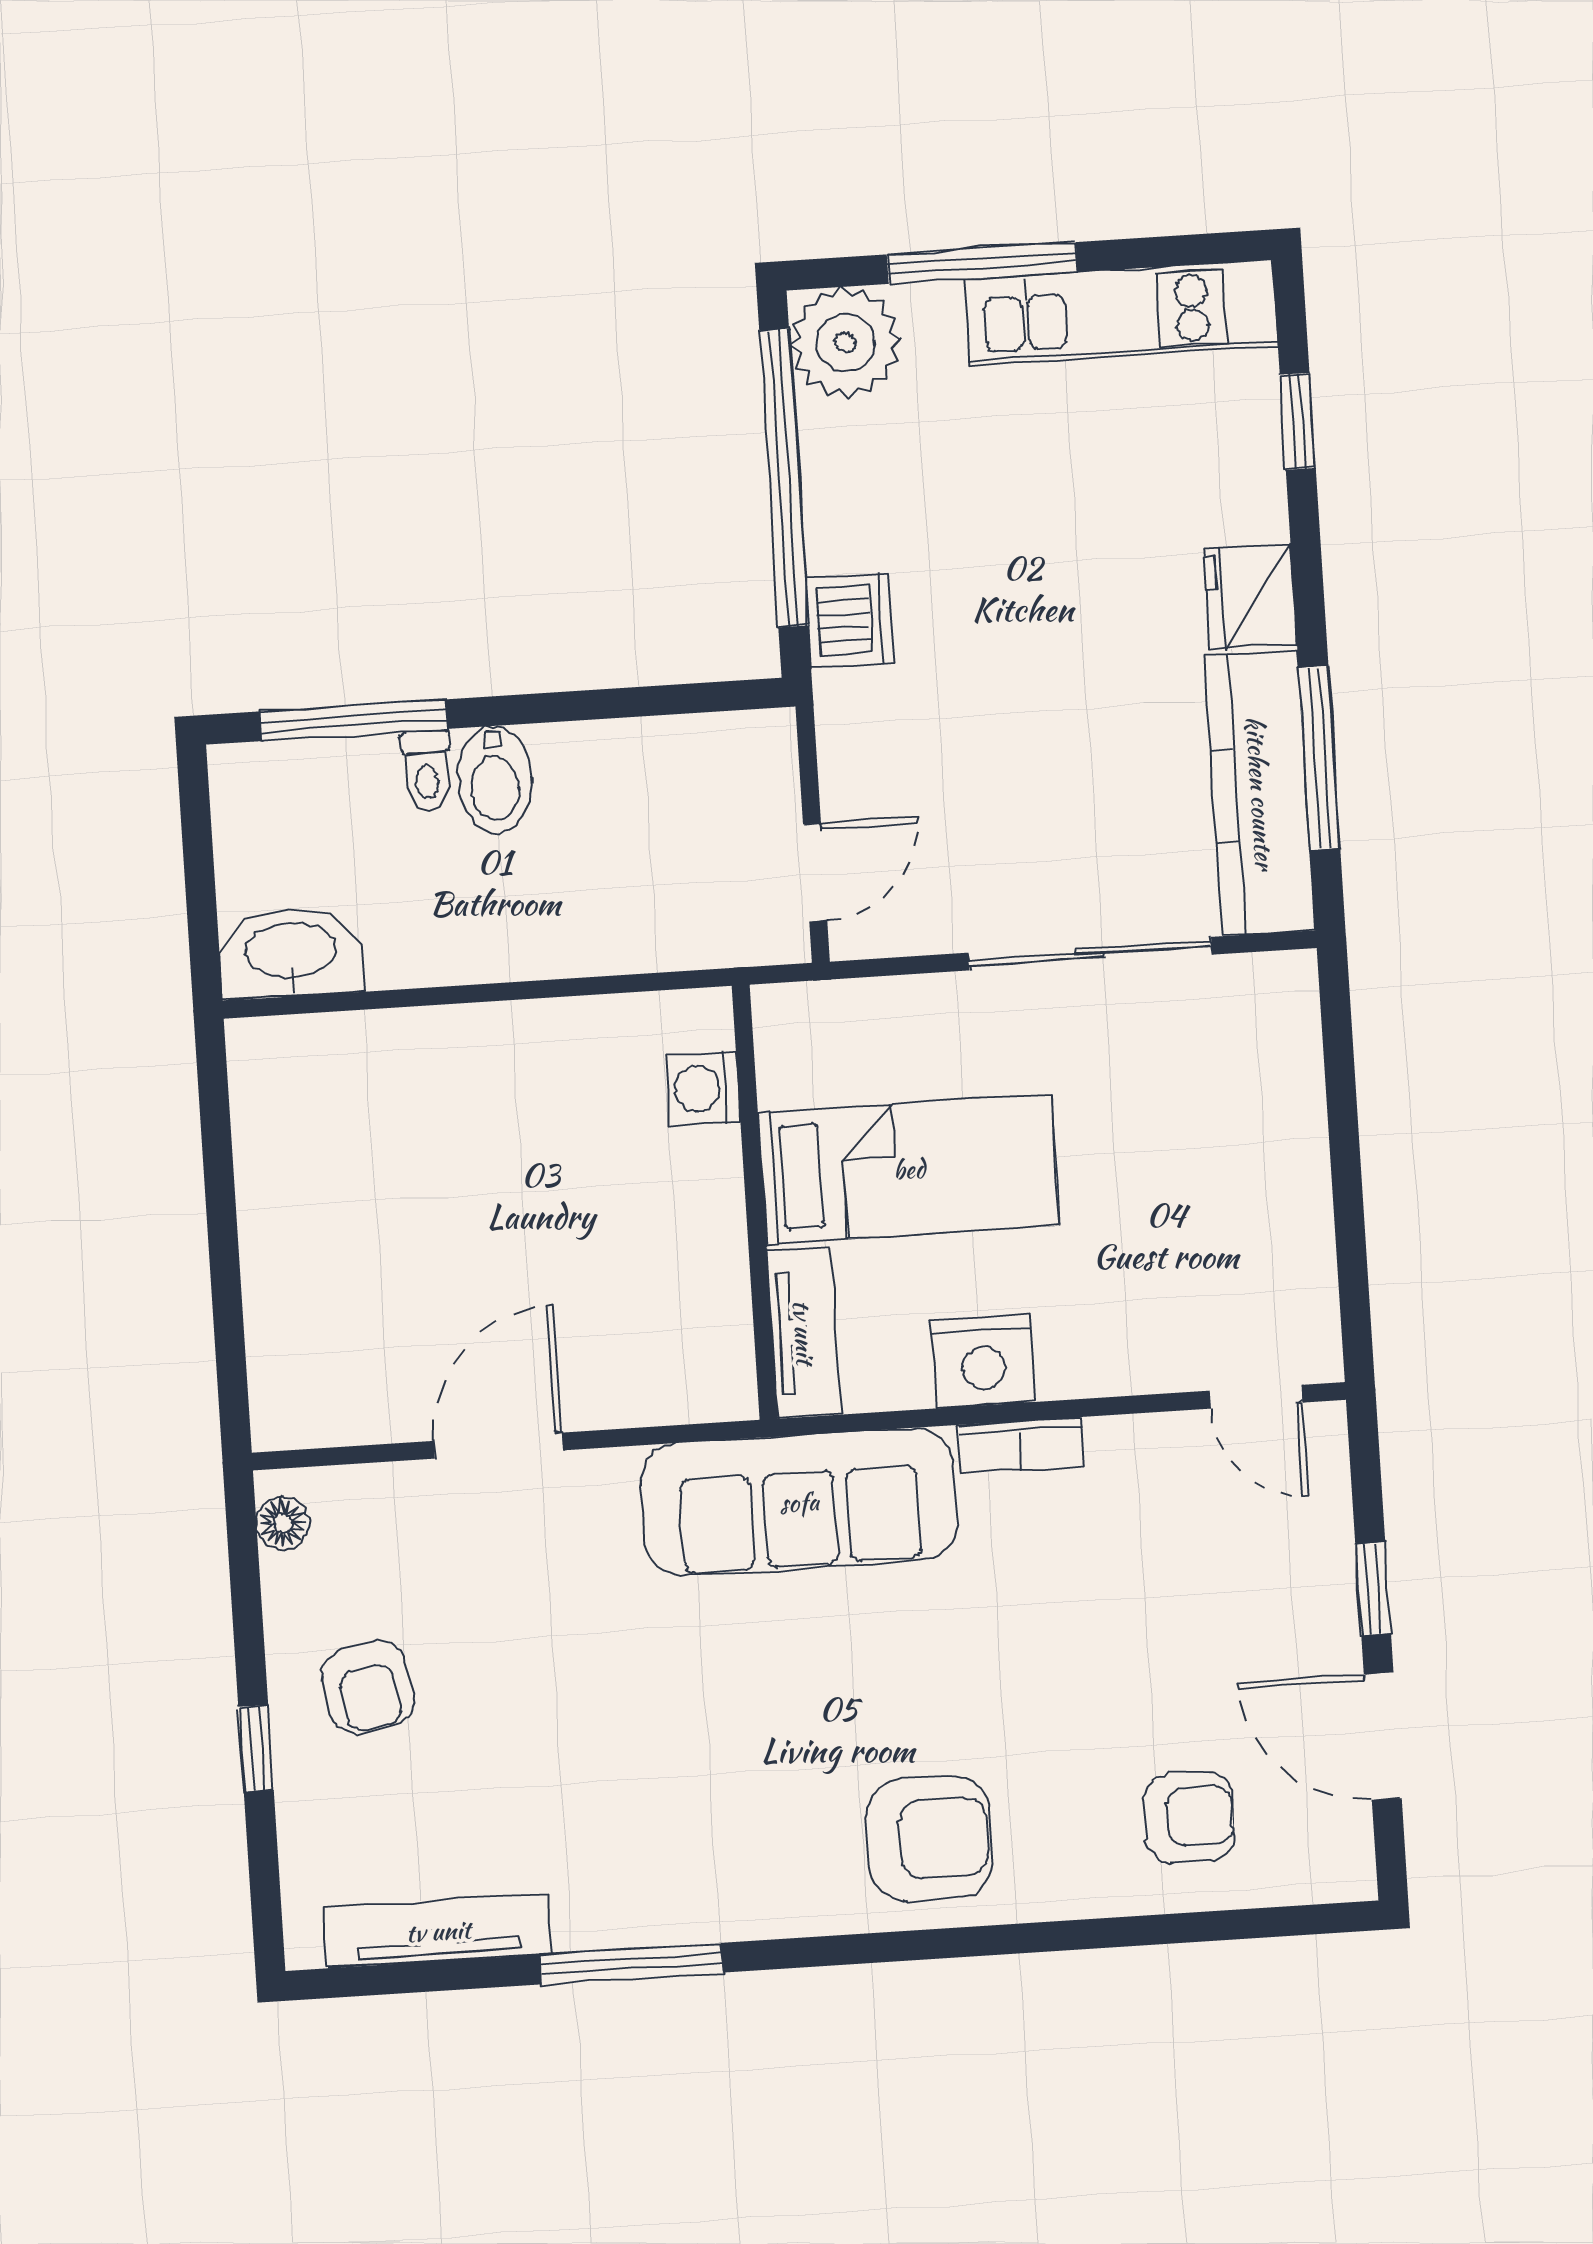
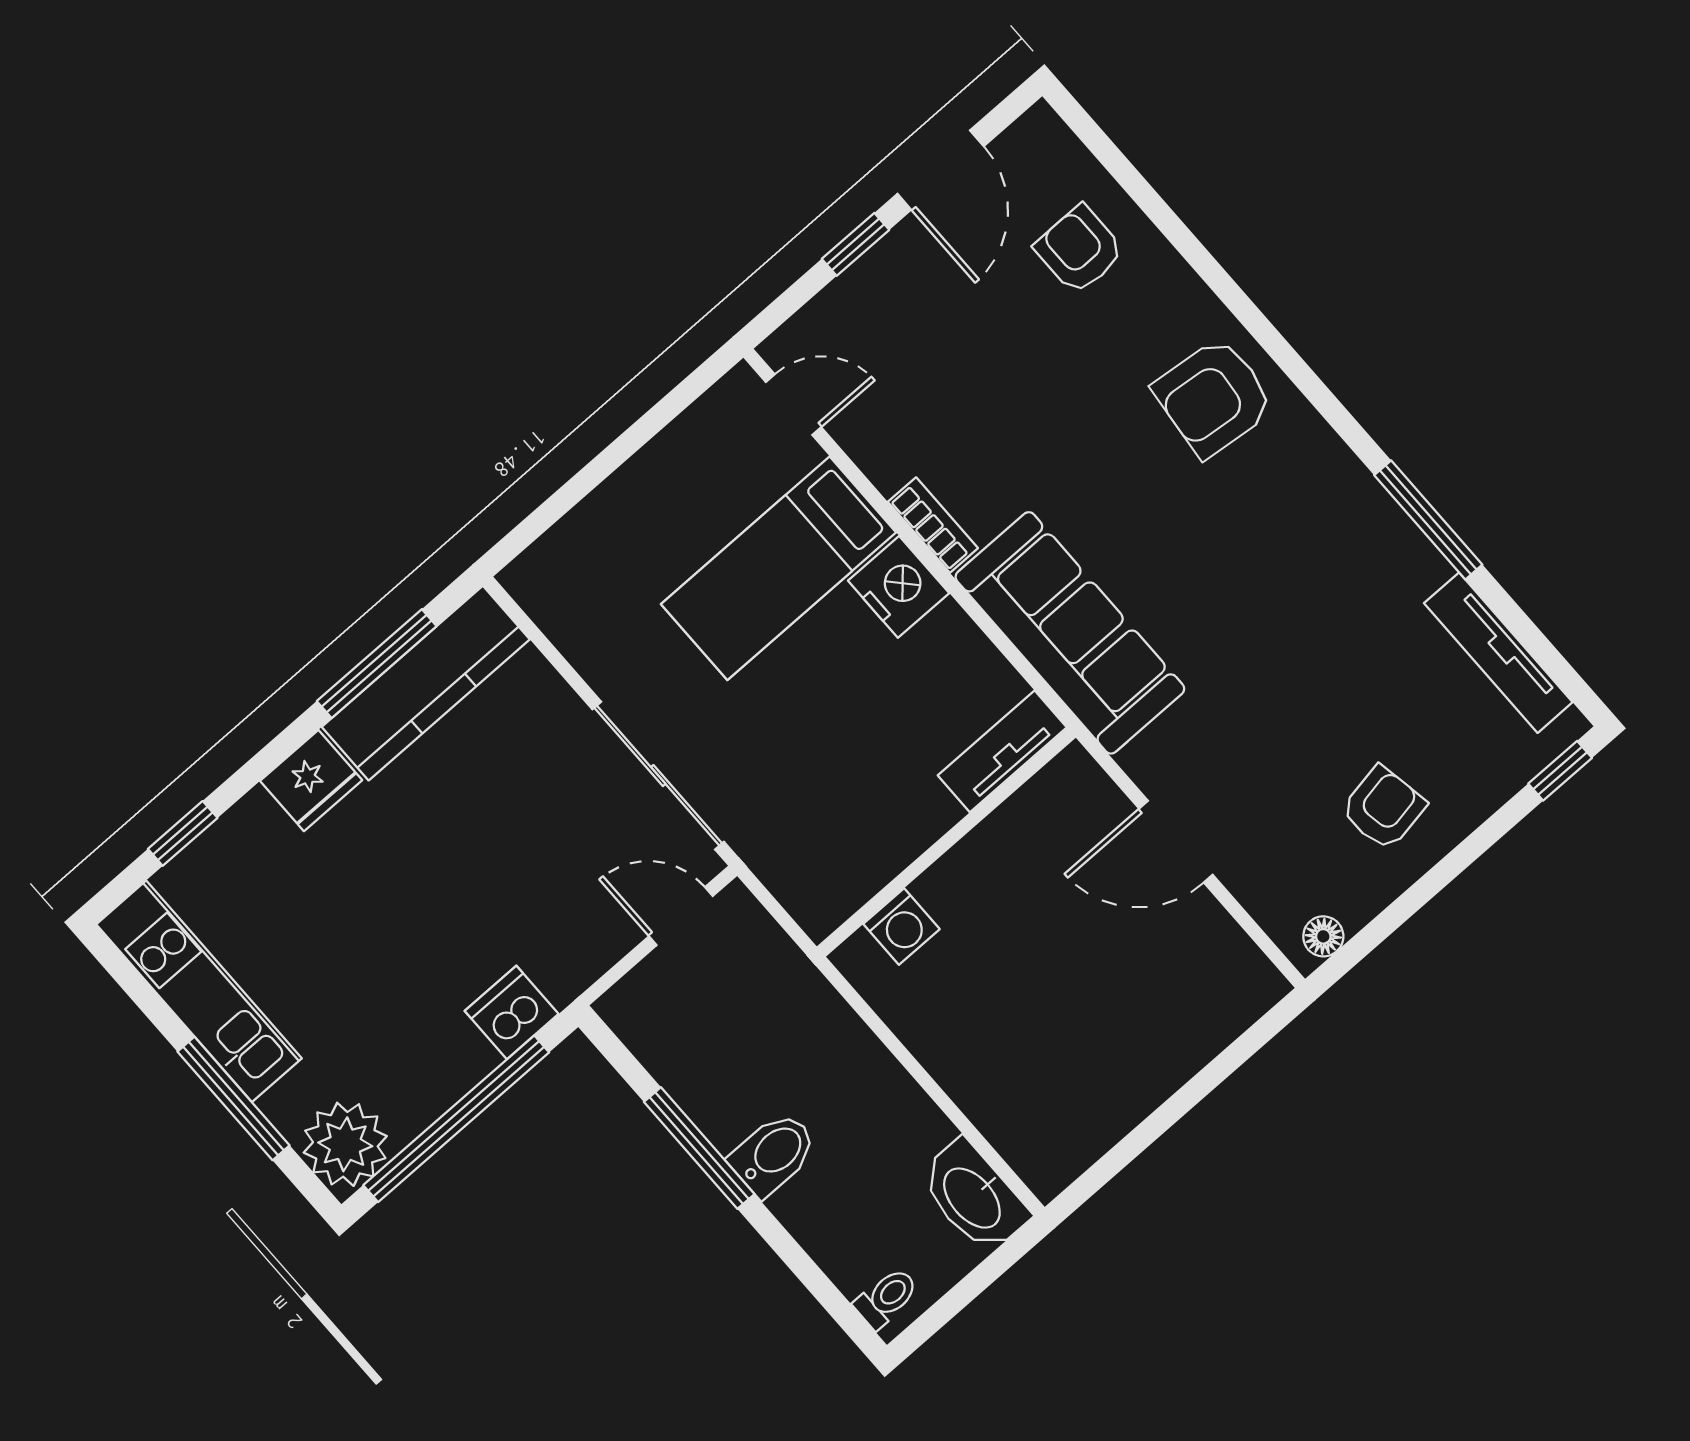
window: (354, 720) -> (699, 1148), moved
toilet: (427, 771) -> (886, 1298), moved
sliding door: (1090, 954) -> (658, 776), moved
washing machine: (703, 1088) -> (901, 927), moved
bed: (909, 1169) -> (778, 568), moved, turned -90
wall: (755, 1202) -> (946, 842), moved
tv unit: (804, 1332) -> (1002, 751), moved
door: (1256, 1397) -> (793, 405), hinge flipped
window: (256, 1748) -> (1560, 771), moved
armchair: (929, 1839) -> (1214, 397), turned -84

